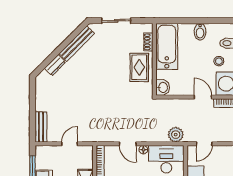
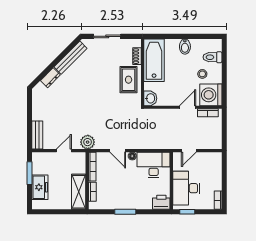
door: (203, 97) -> (188, 107), hinge flipped
plant: (176, 135) -> (88, 142), moved

